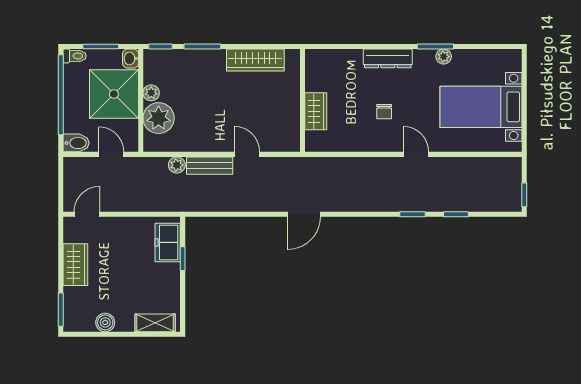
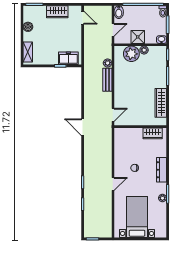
shower: (114, 94) -> (138, 37), width x0.54, depth x0.54
wardrobe: (316, 111) -> (153, 133), moved
door: (247, 154) -> (113, 115), moved

